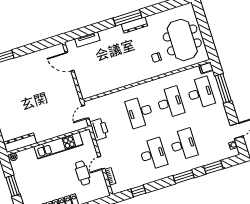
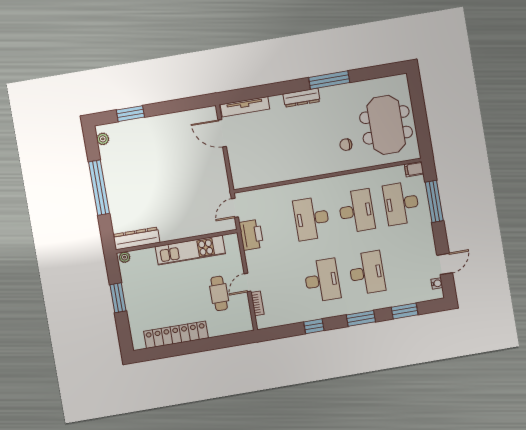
window: (128, 18) -> (329, 80), moved
dresser: (134, 25) -> (302, 98), moved
tv unit: (87, 40) -> (245, 107), width x1.41
desk: (200, 93) -> (401, 203), turned 180
window: (138, 191) -> (314, 326), moved

